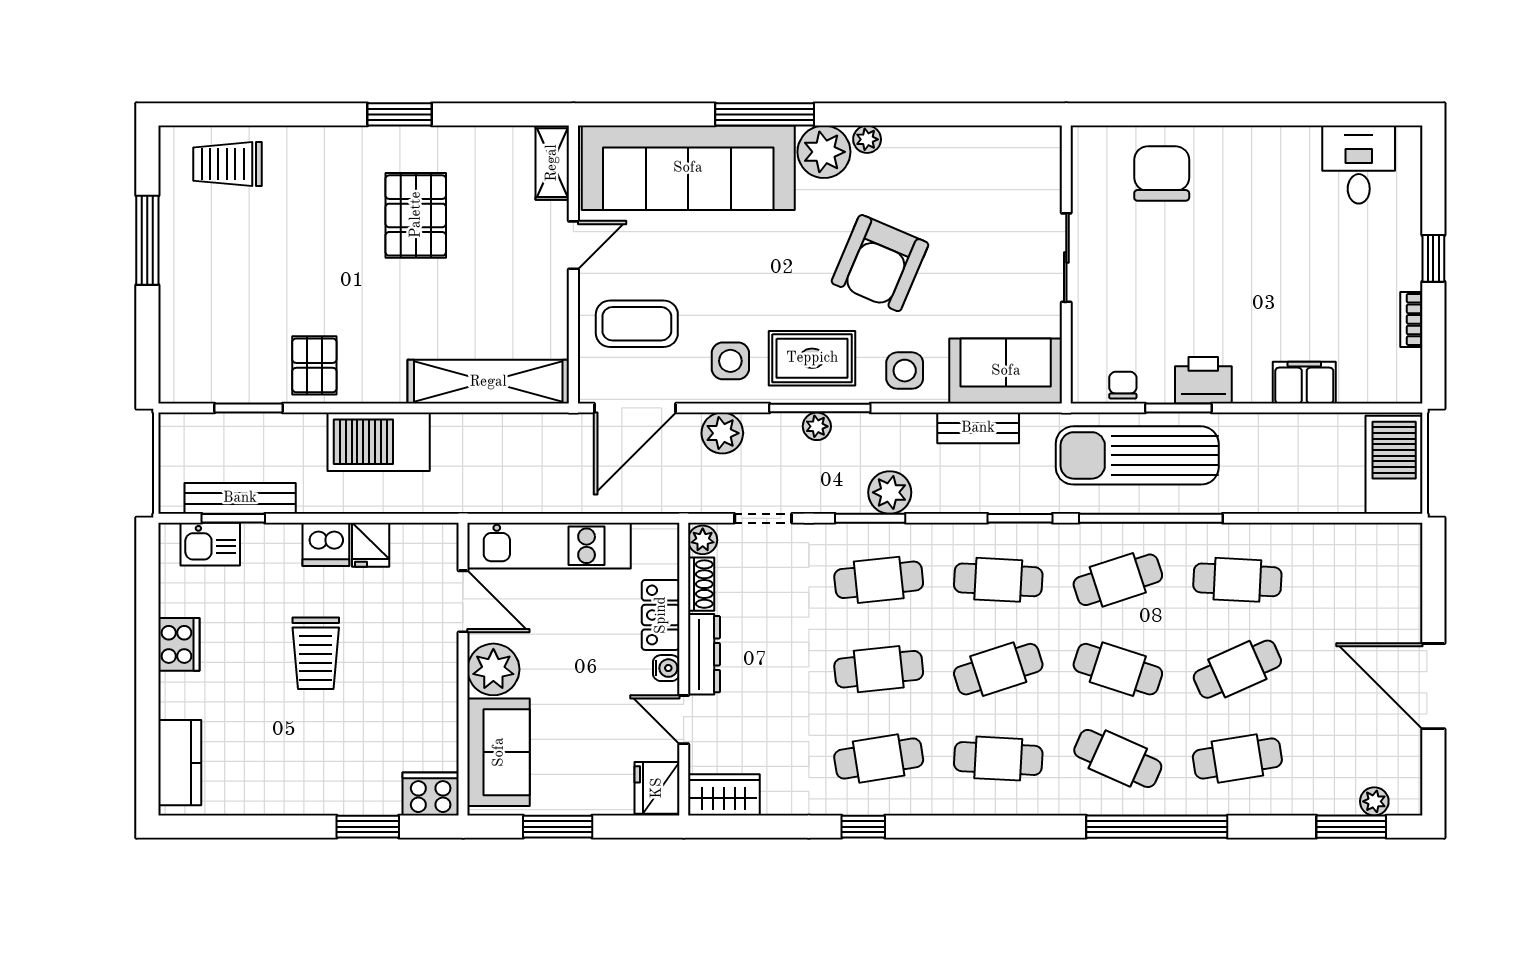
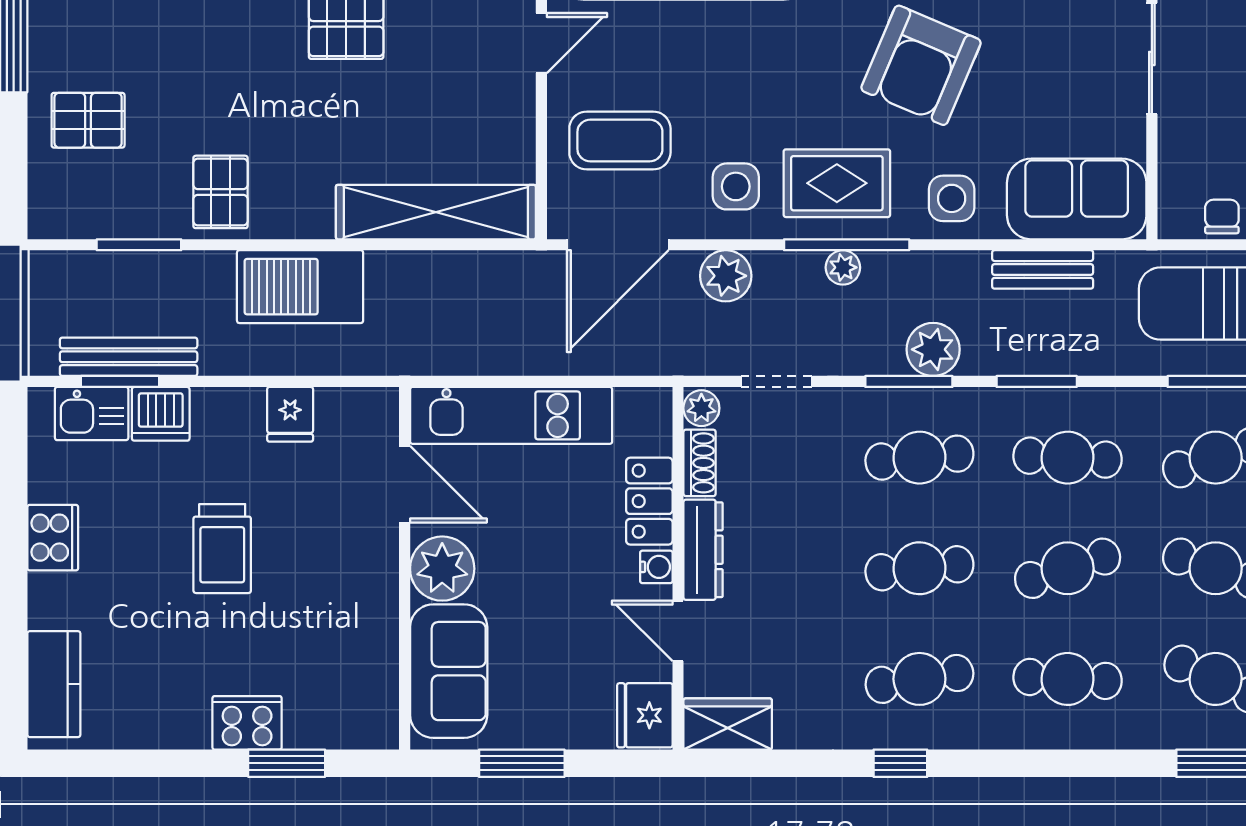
pallet: (207, 307) -> (88, 120), added
window: (1020, 518) -> (1037, 381), moved
dishwasher: (326, 544) -> (161, 414), moved
cooker: (431, 794) -> (247, 723), moved

